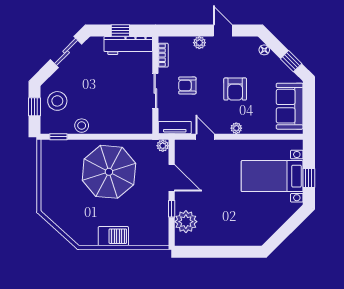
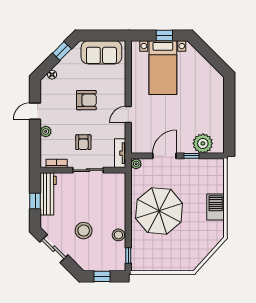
stool: (57, 101) -> (84, 231), moved
plant: (236, 128) -> (121, 99), removed
door: (205, 137) -> (128, 115), moved

